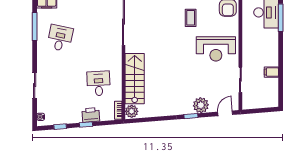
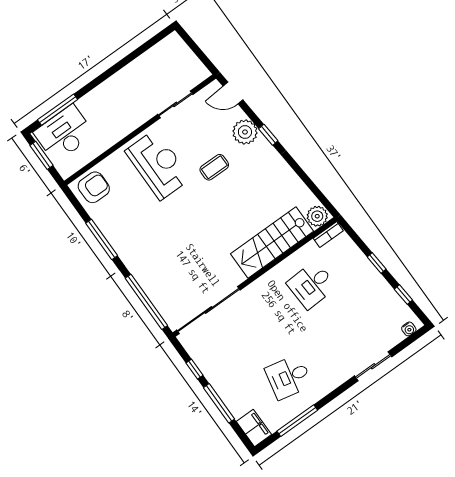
coffee table: (191, 18) -> (214, 167), moved
filing cabinet: (271, 72) -> (136, 71), removed
printer: (91, 115) -> (360, 266), removed

